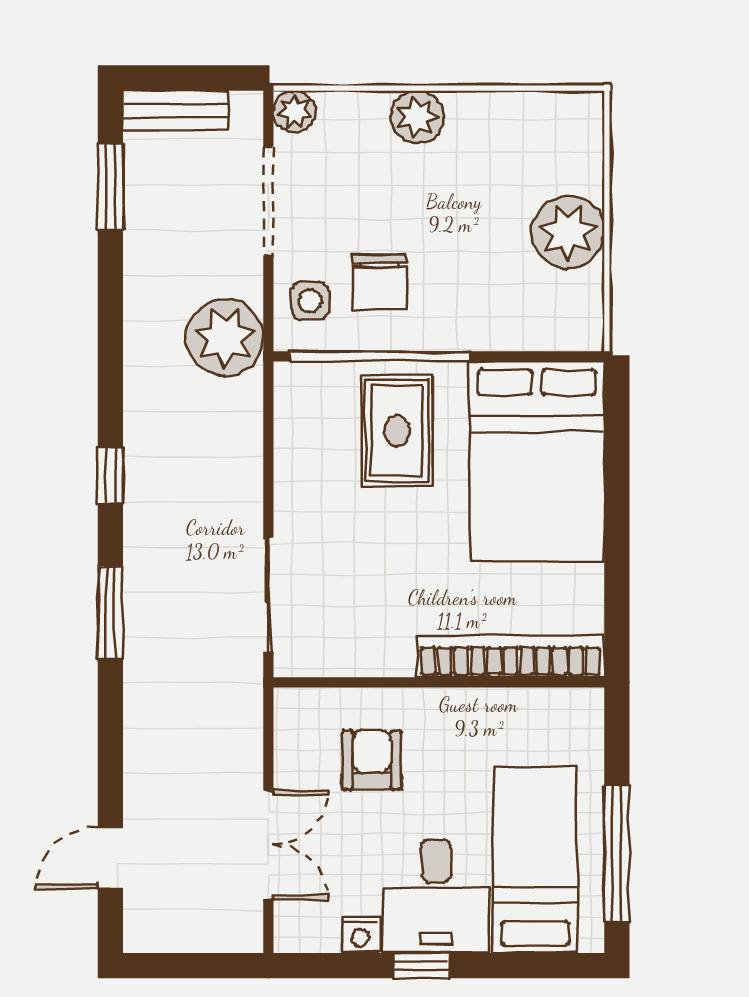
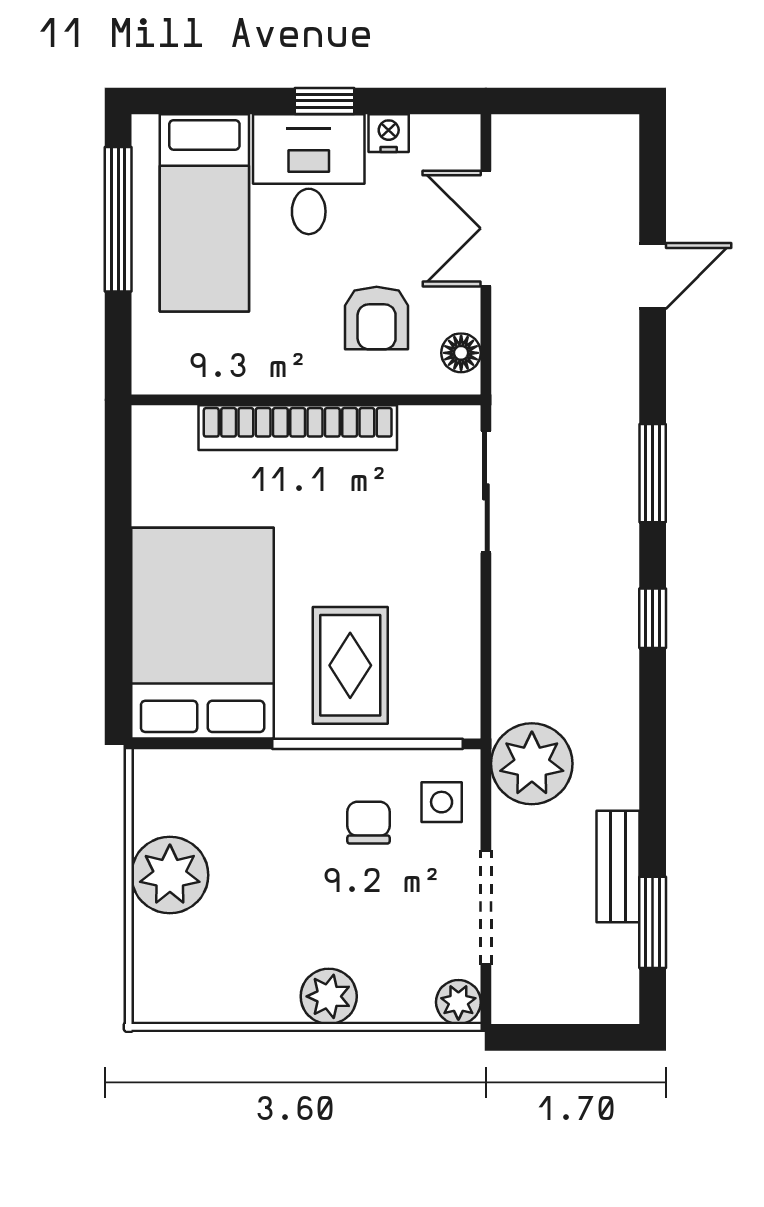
bench: (176, 111) -> (618, 867), moved, turned 90
chair: (380, 282) -> (369, 823), width x0.73, depth x0.73
bookcase: (510, 656) -> (298, 428), moved
floor lamp: (292, 727) -> (461, 353), added
door: (110, 857) -> (653, 276), moved

